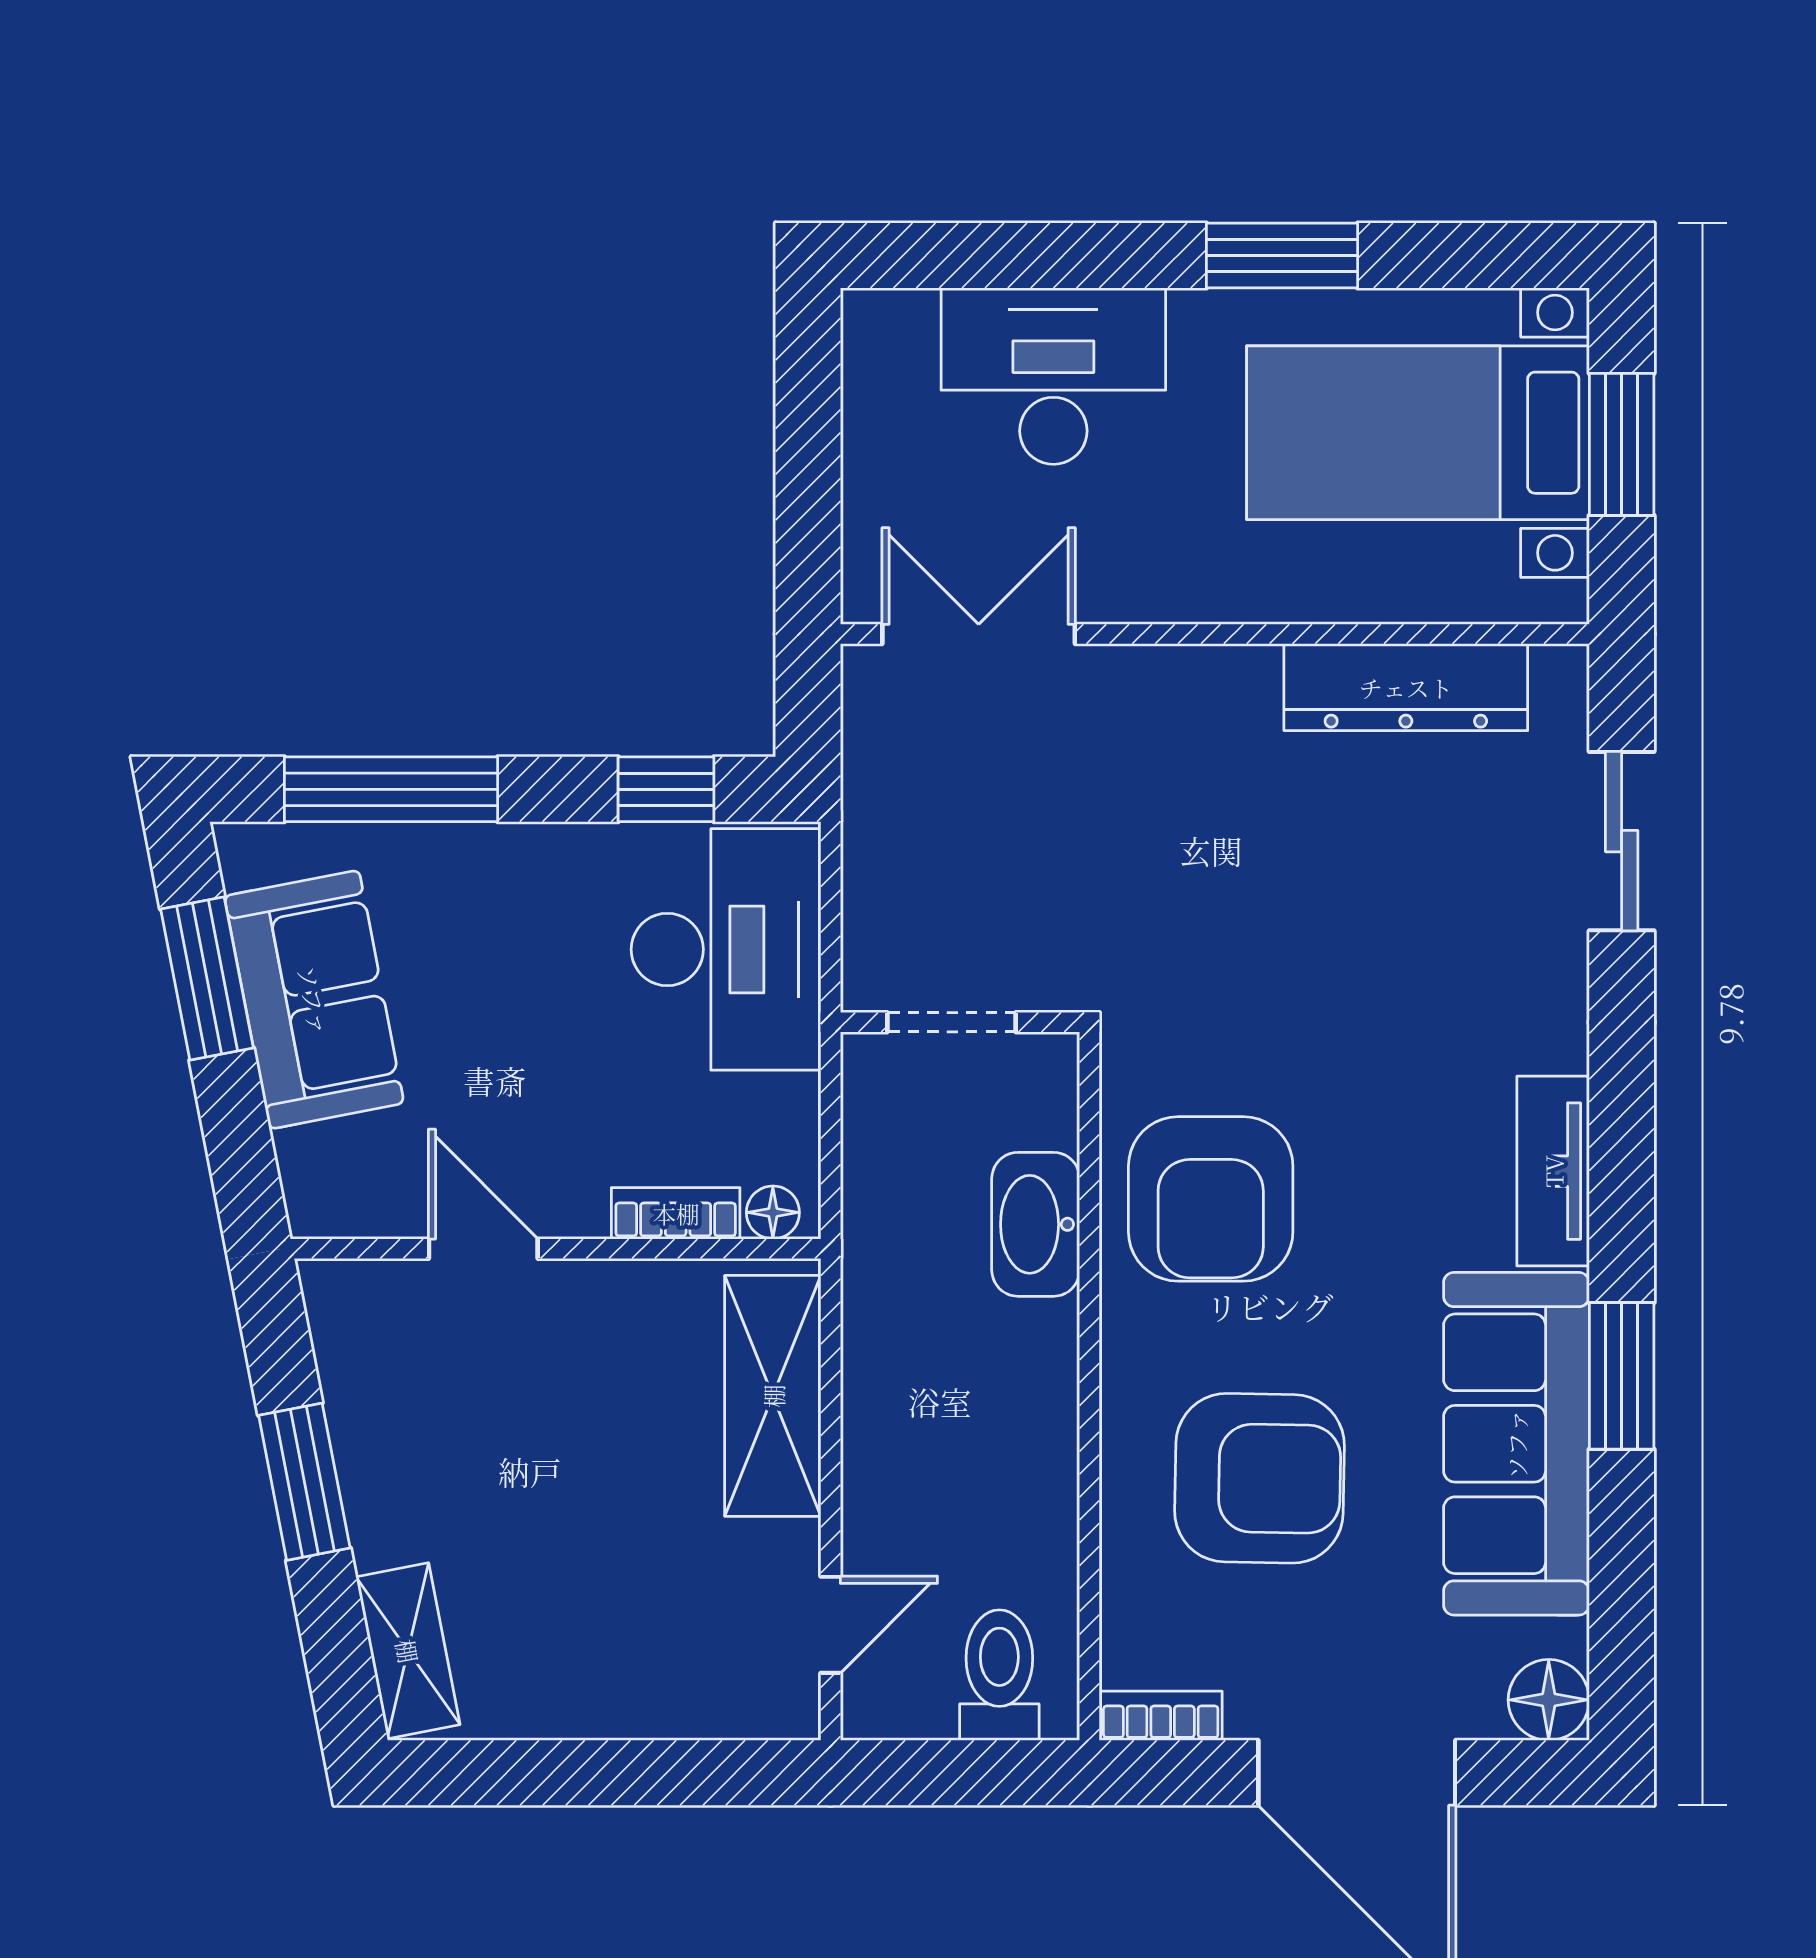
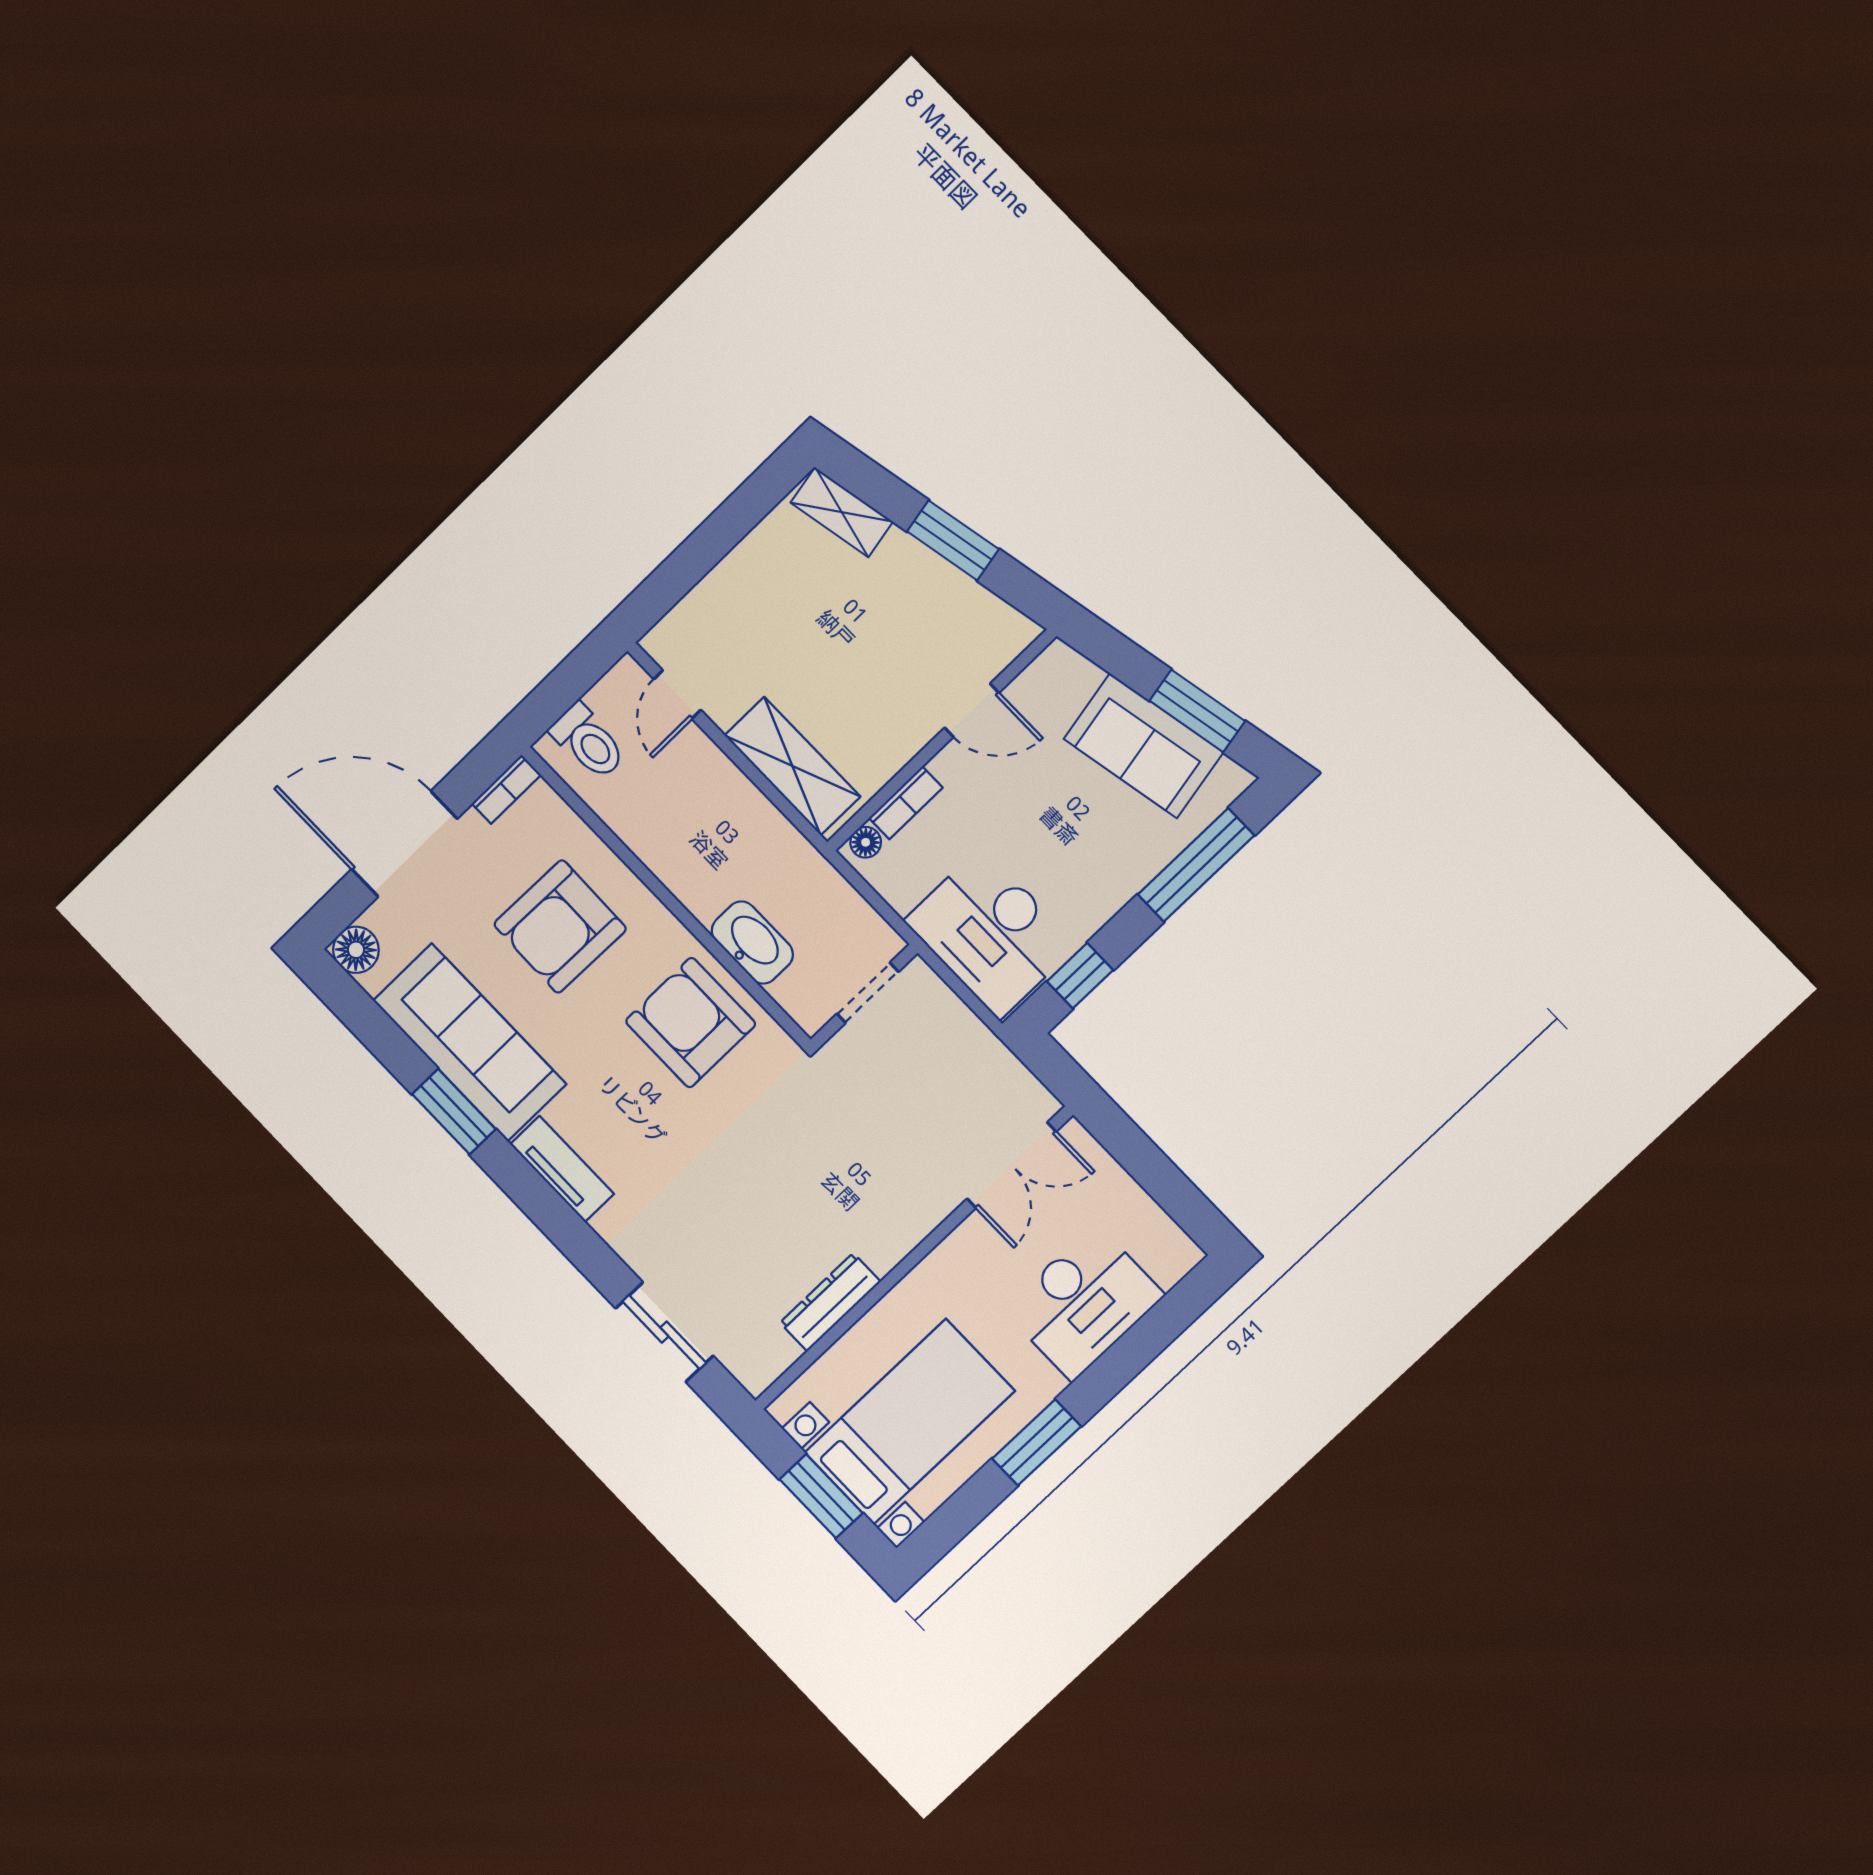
dresser: (1406, 687) -> (830, 1302), width x0.73, depth x0.80

